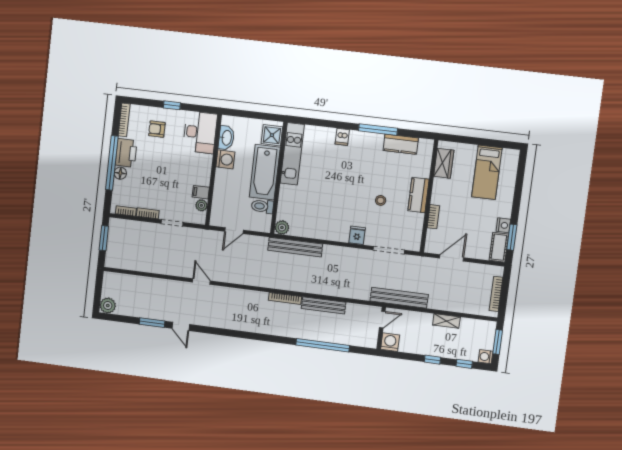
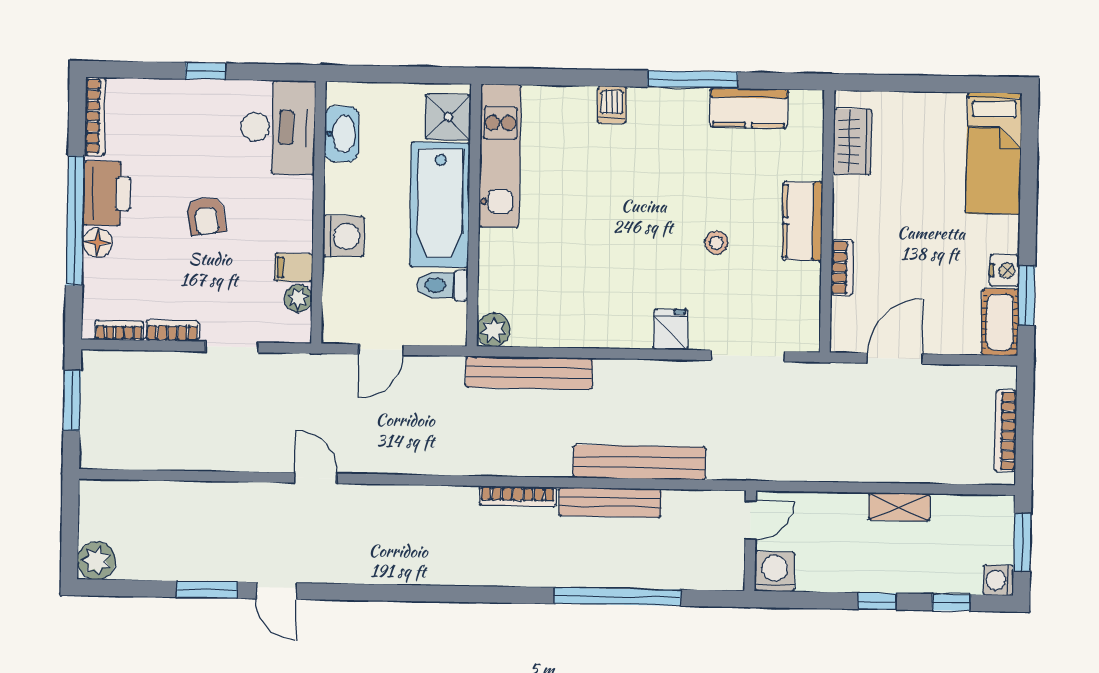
armchair: (157, 129) -> (206, 216), moved, turned -98
washing machine: (225, 159) -> (343, 236), moved
bed: (487, 172) -> (994, 153), moved
bench: (399, 298) -> (639, 462), moved

